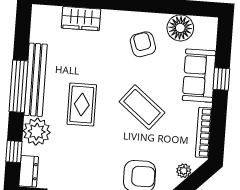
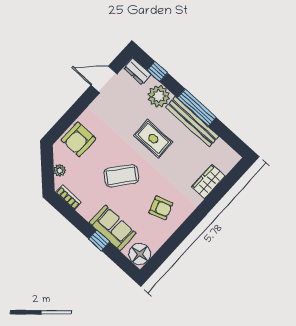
floor lamp: (180, 28) -> (140, 254), moved
bookcase: (204, 133) -> (69, 197), width x0.64

